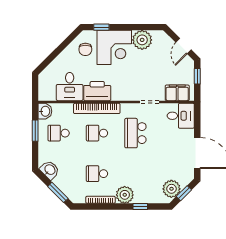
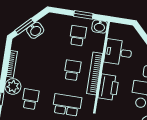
printer: (97, 91) -> (108, 87), moved
washbasin: (50, 170) -> (35, 30), moved
school desk: (97, 174) -> (30, 99), moved

